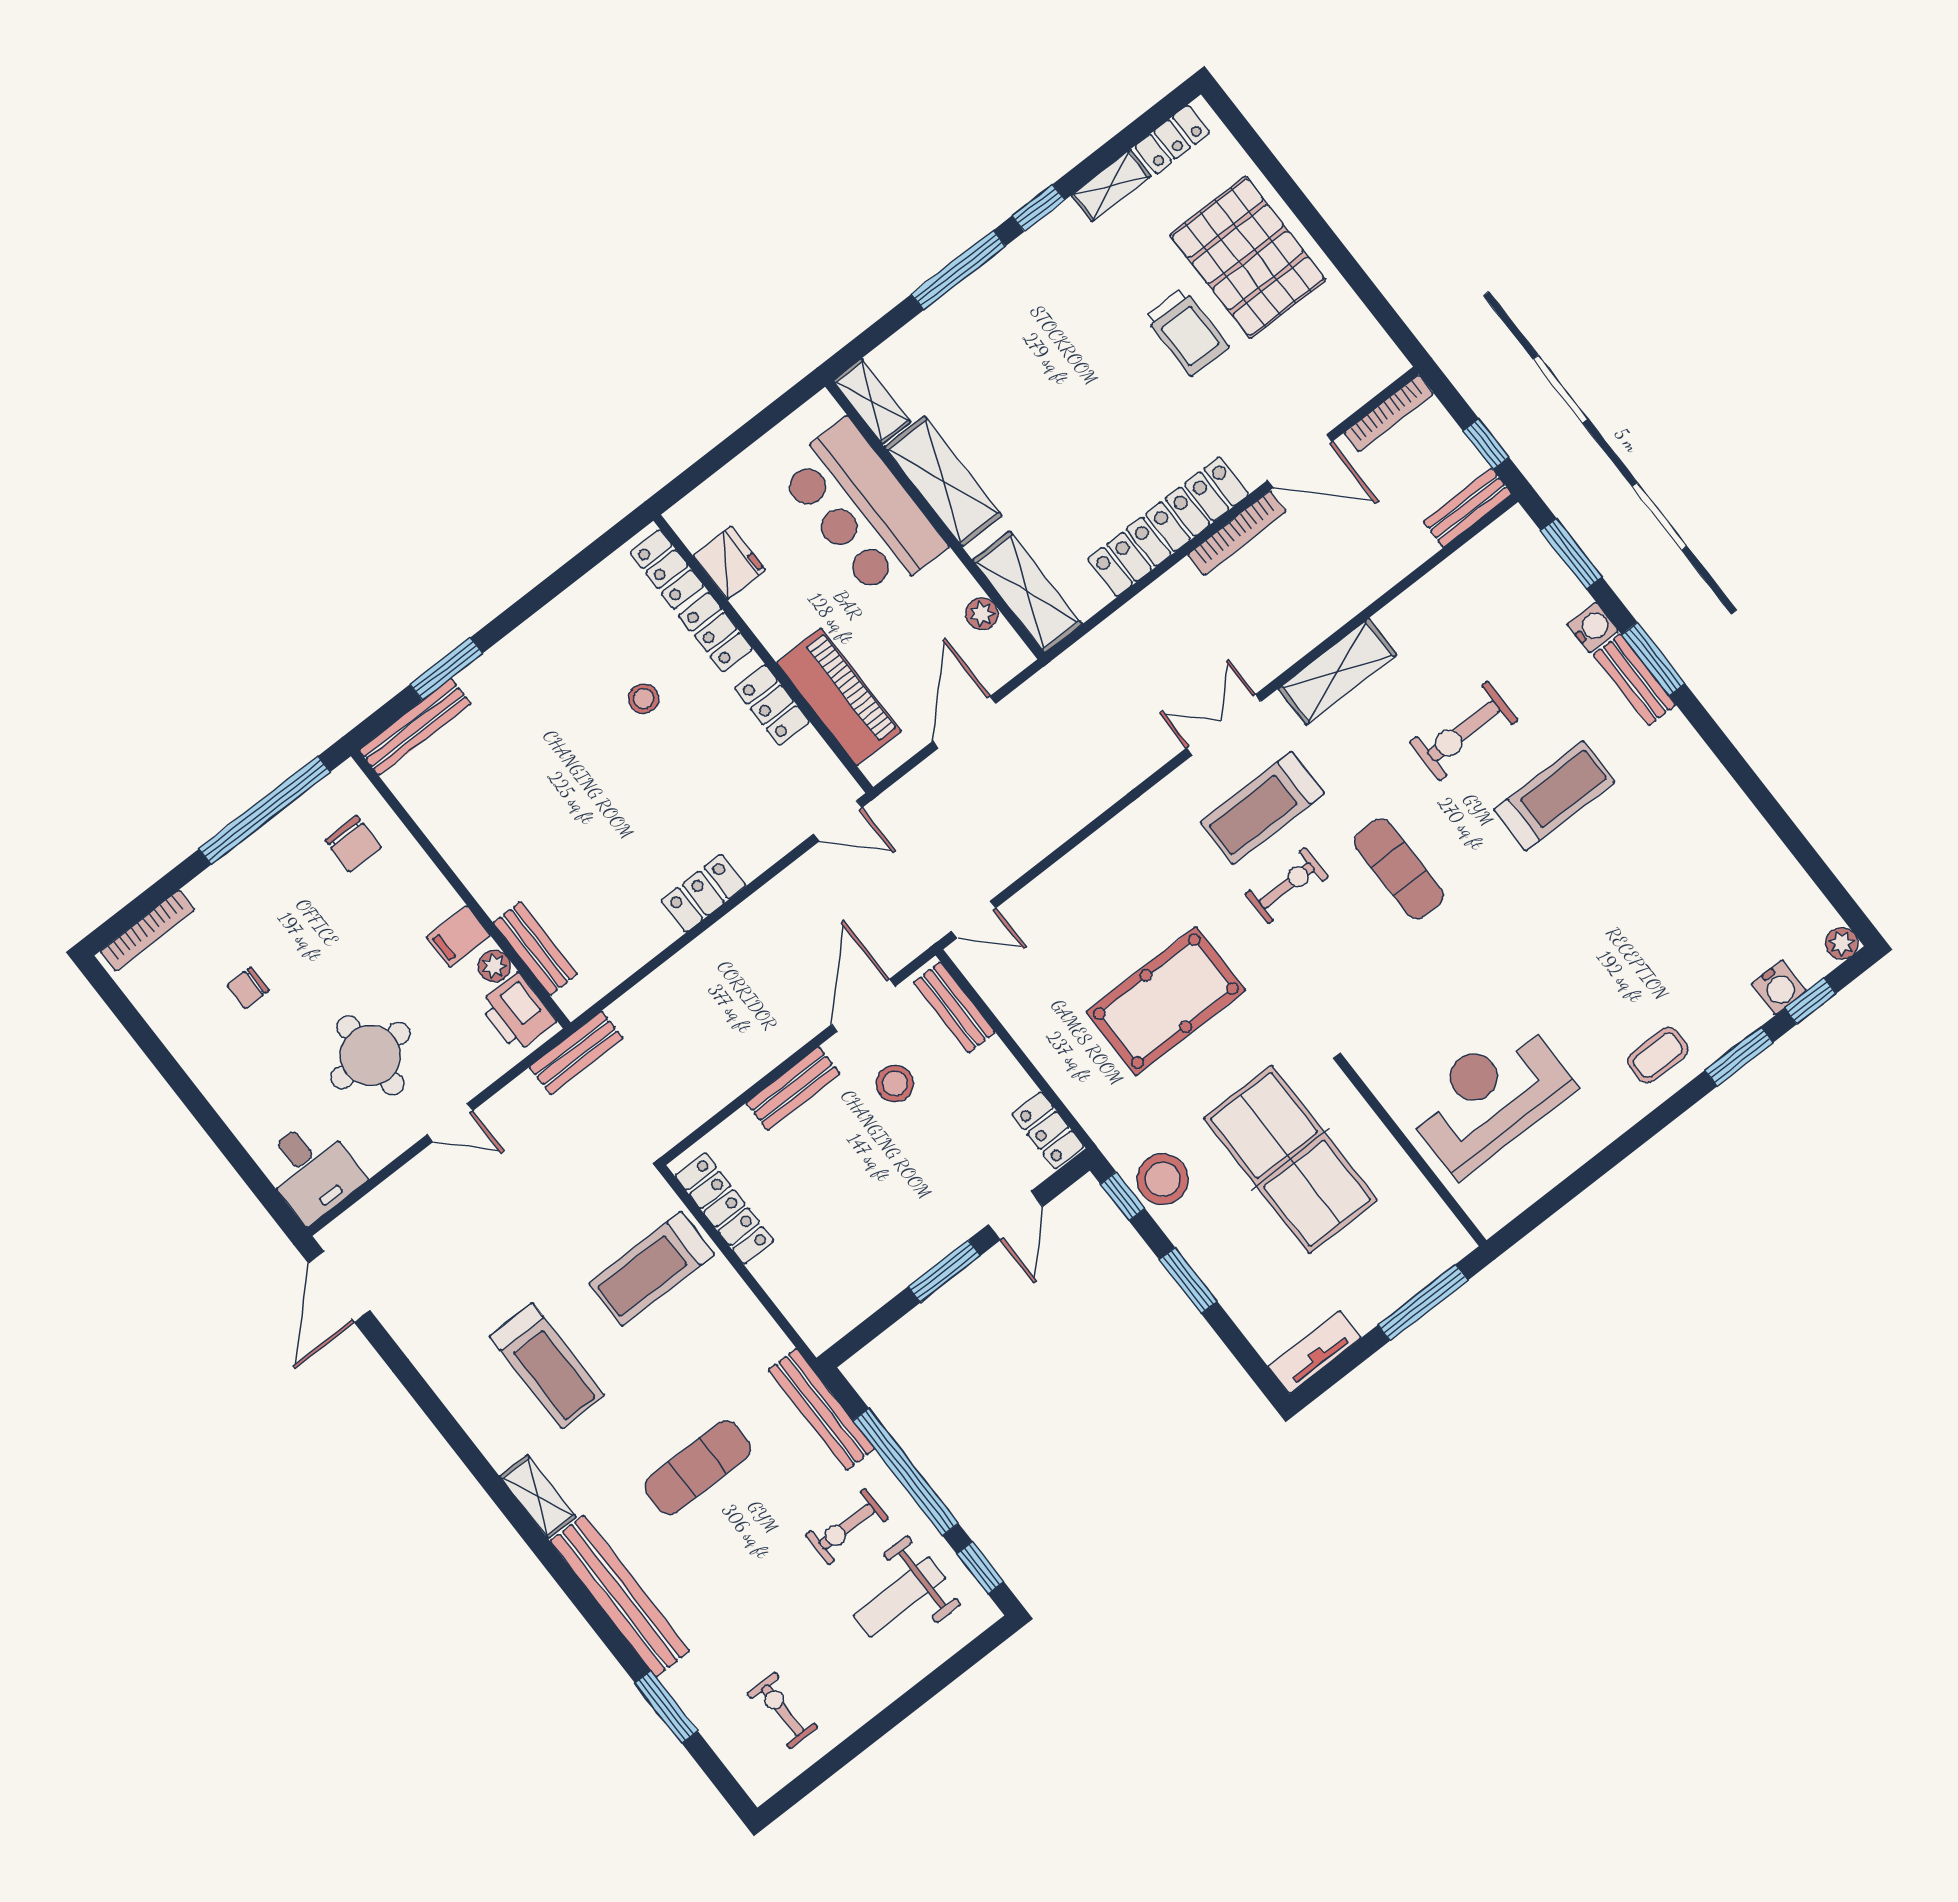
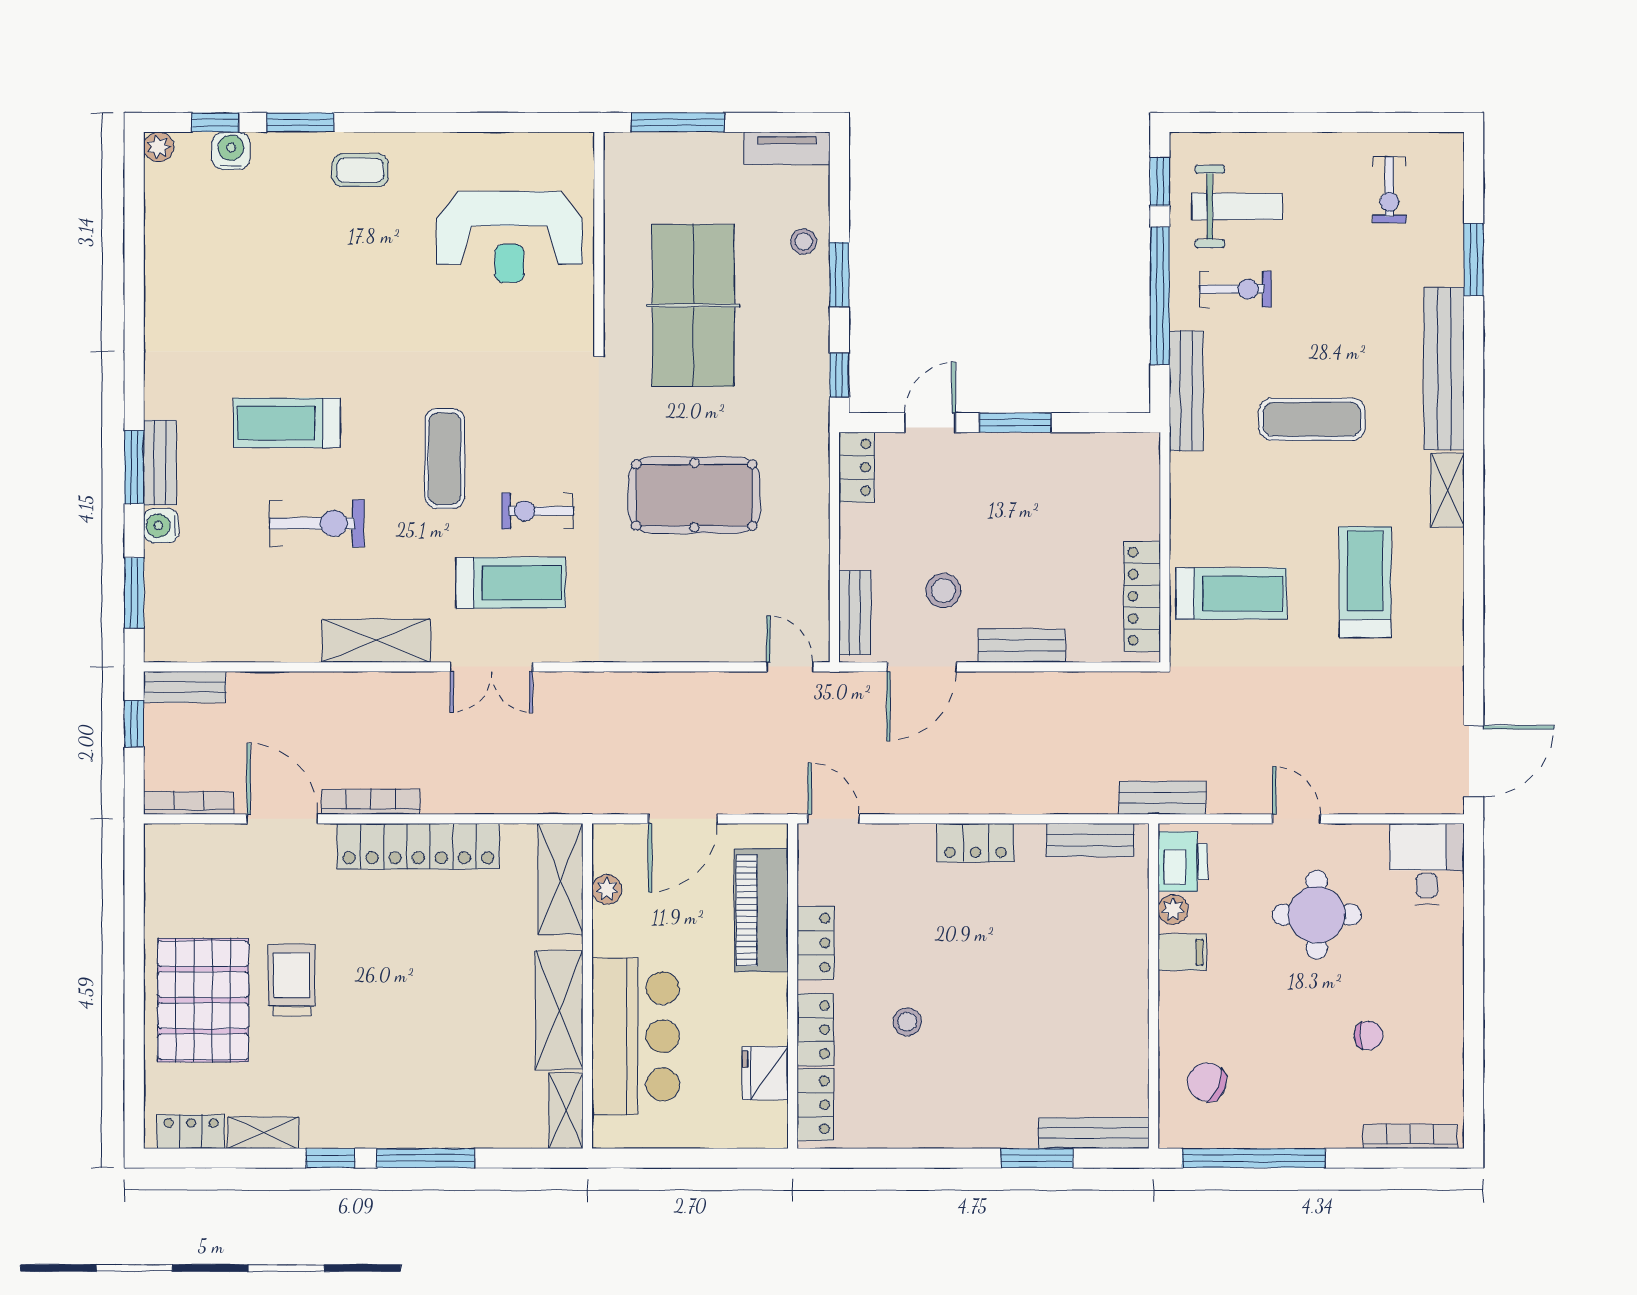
chair: (353, 844) -> (1207, 1082), turned -66
bench: (535, 948) -> (1090, 840), moved, turned 90
stool: (1163, 1179) -> (804, 242), moved, width x0.53, depth x0.53

